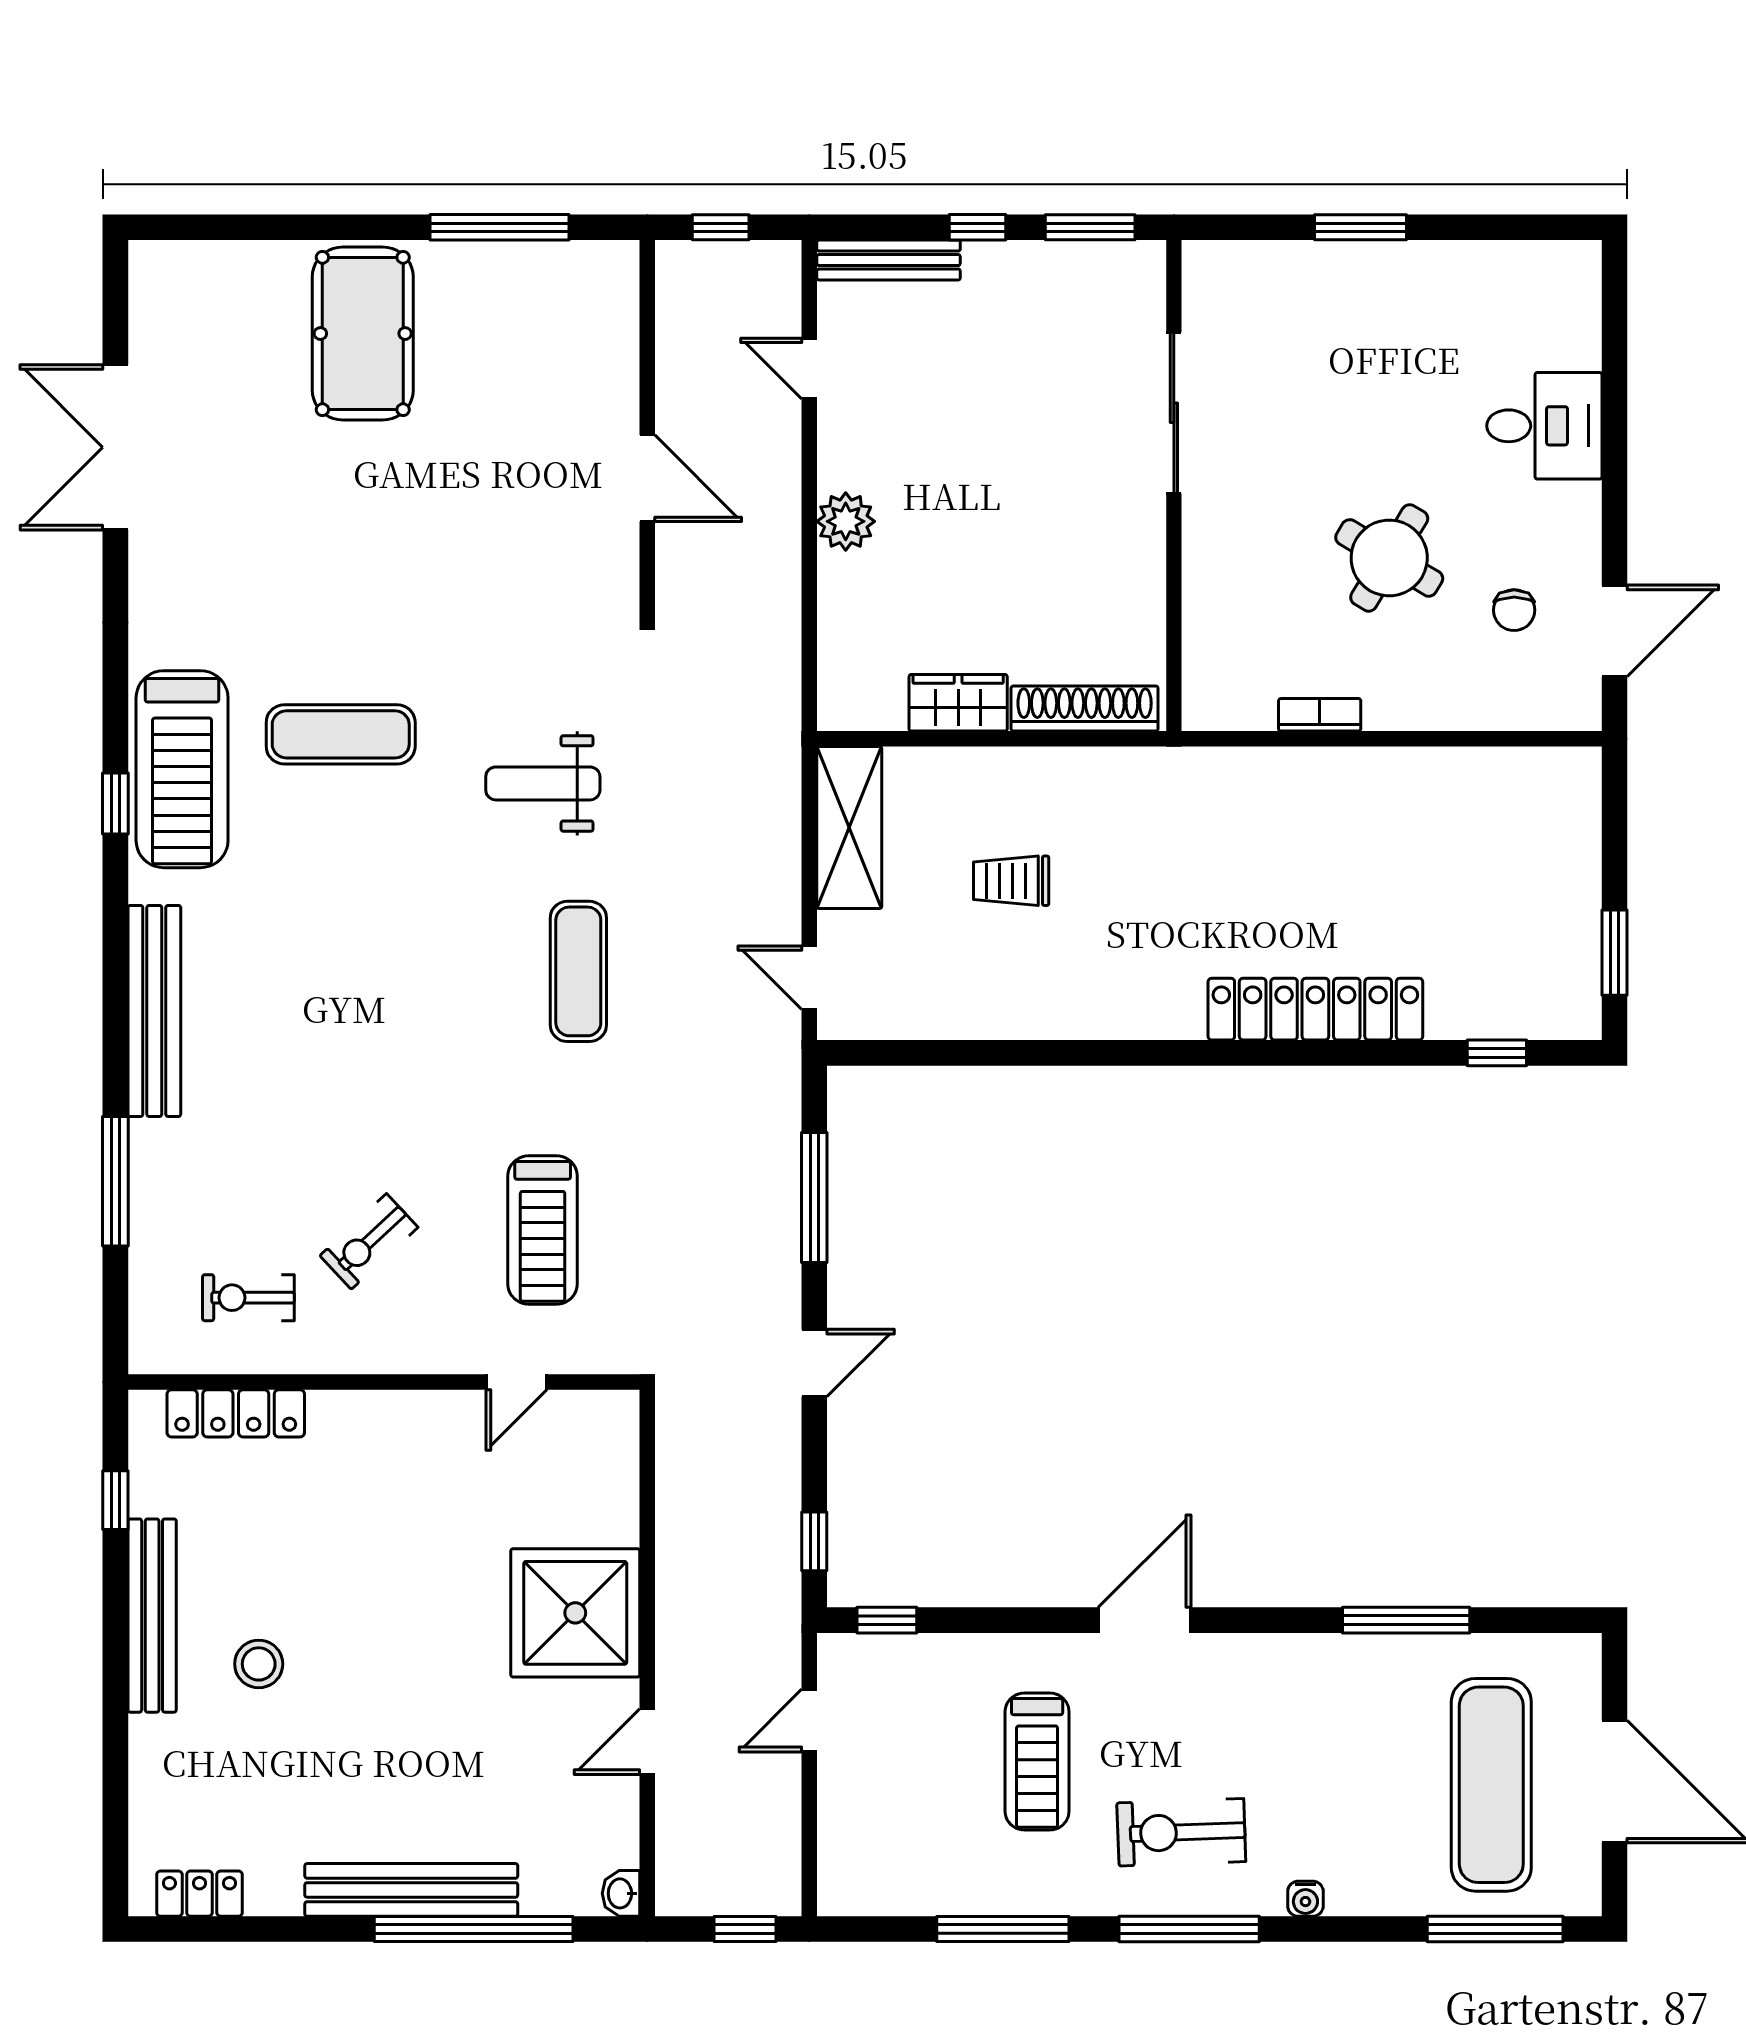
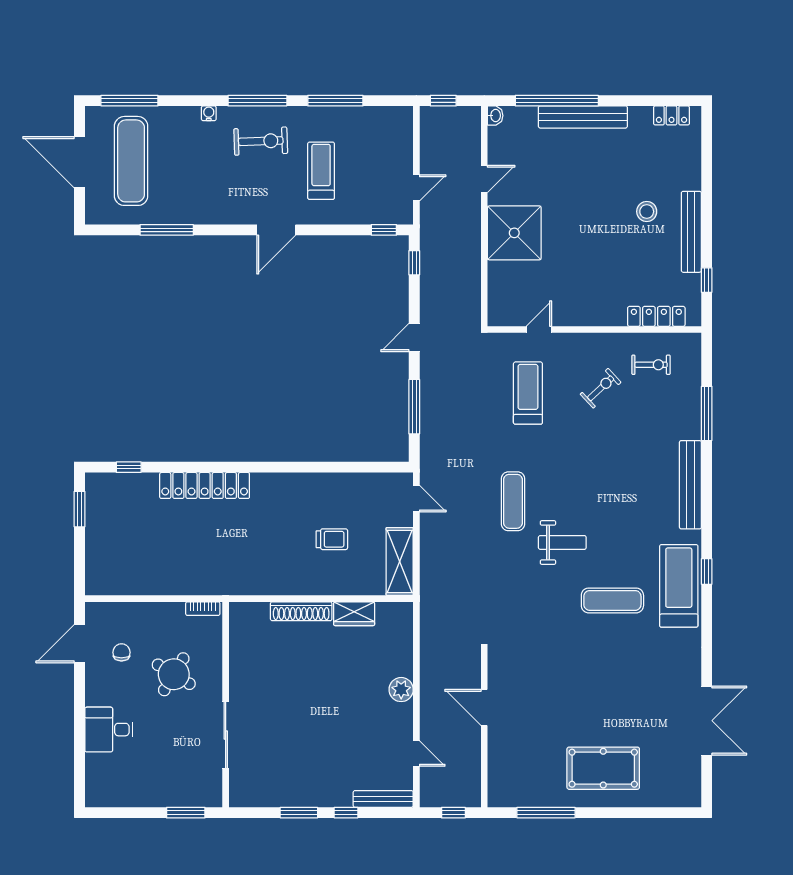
pool table: (363, 334) -> (603, 768), turned 90
sliding door: (1174, 413) -> (226, 735), moved
wall: (1174, 486) -> (226, 705), moved
weight bench: (543, 783) -> (562, 542), moved

